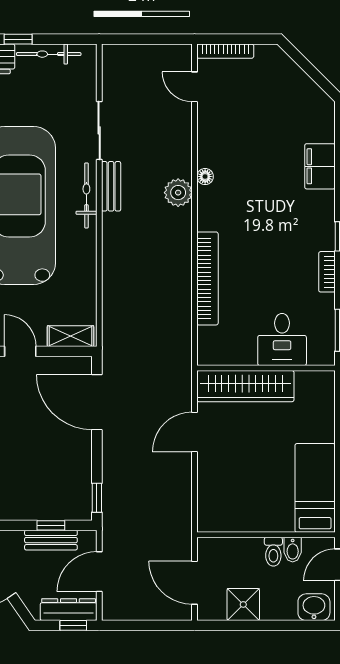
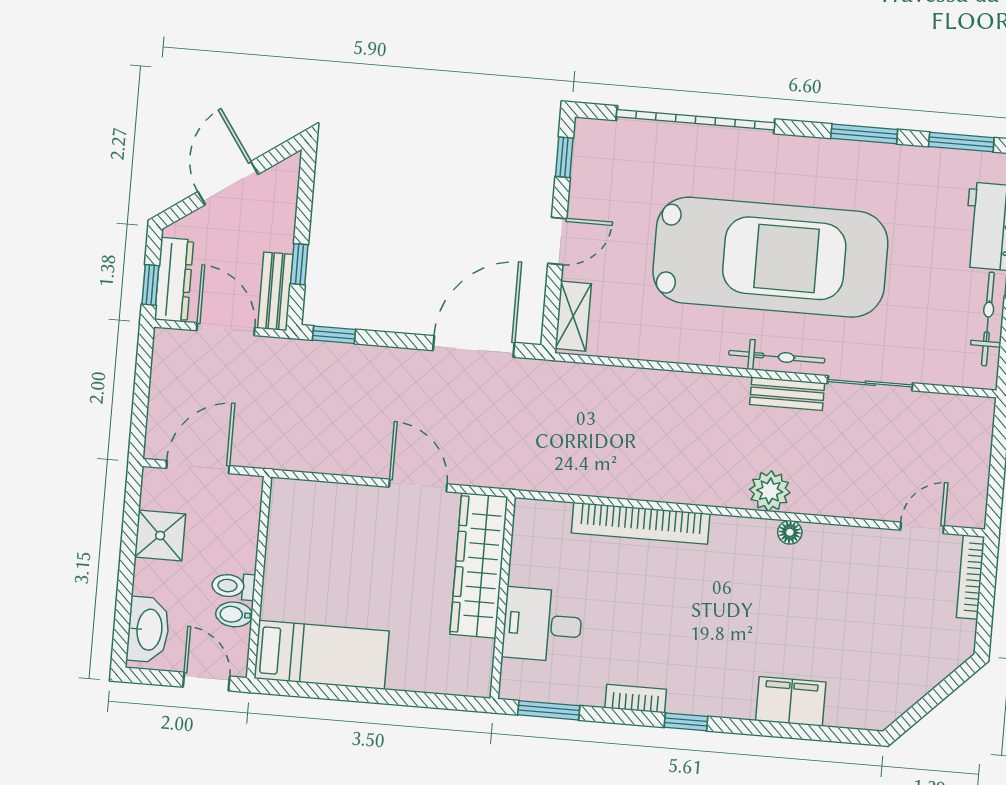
bench: (51, 540) -> (275, 291), moved
washbasin: (314, 607) -> (148, 630), width x1.38

